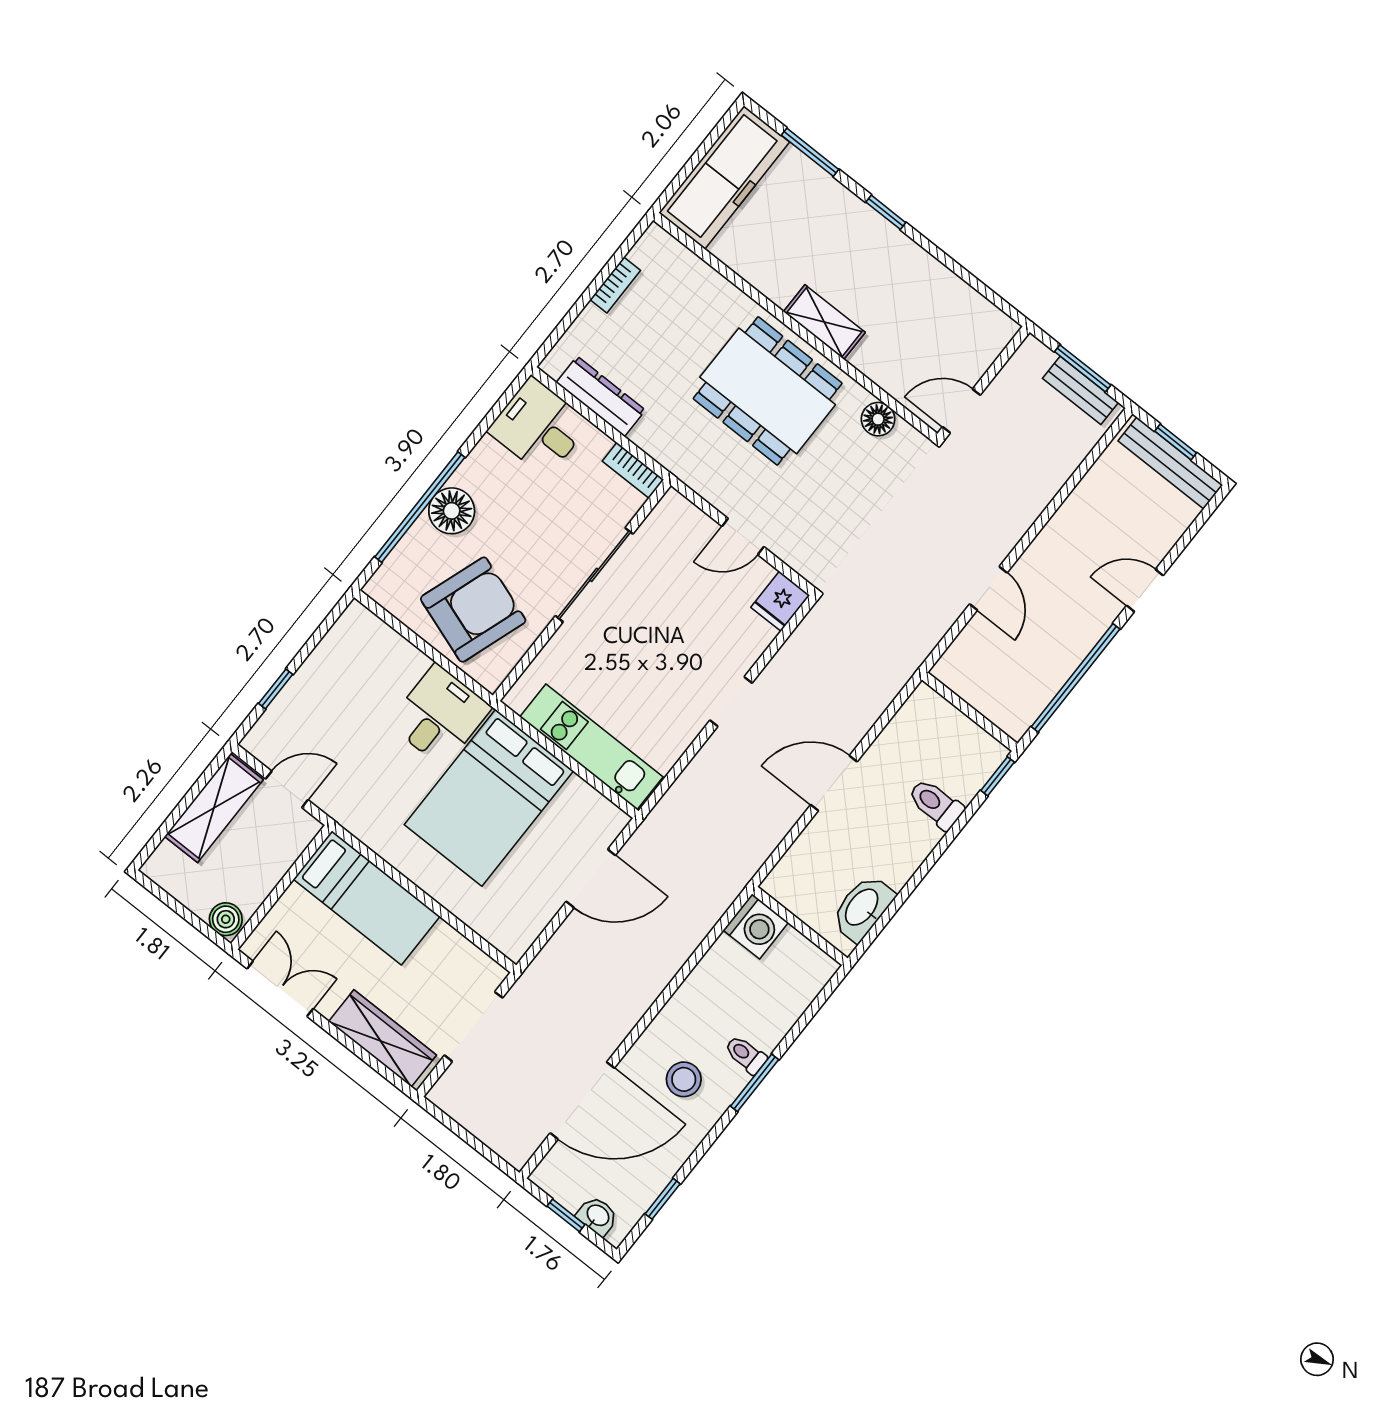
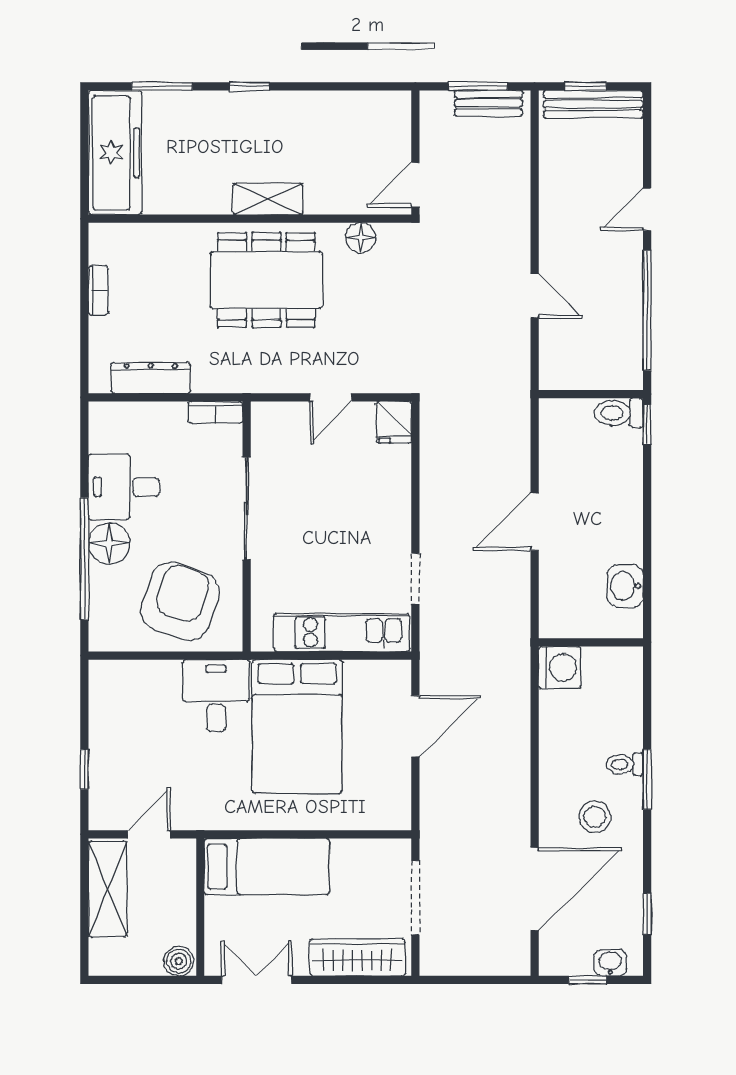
desk: (539, 427) -> (124, 487), moved
doorway: (731, 702) -> (415, 579), moved
toilet: (936, 804) -> (619, 413), moved
washbasin: (863, 908) -> (625, 586), width x0.72

